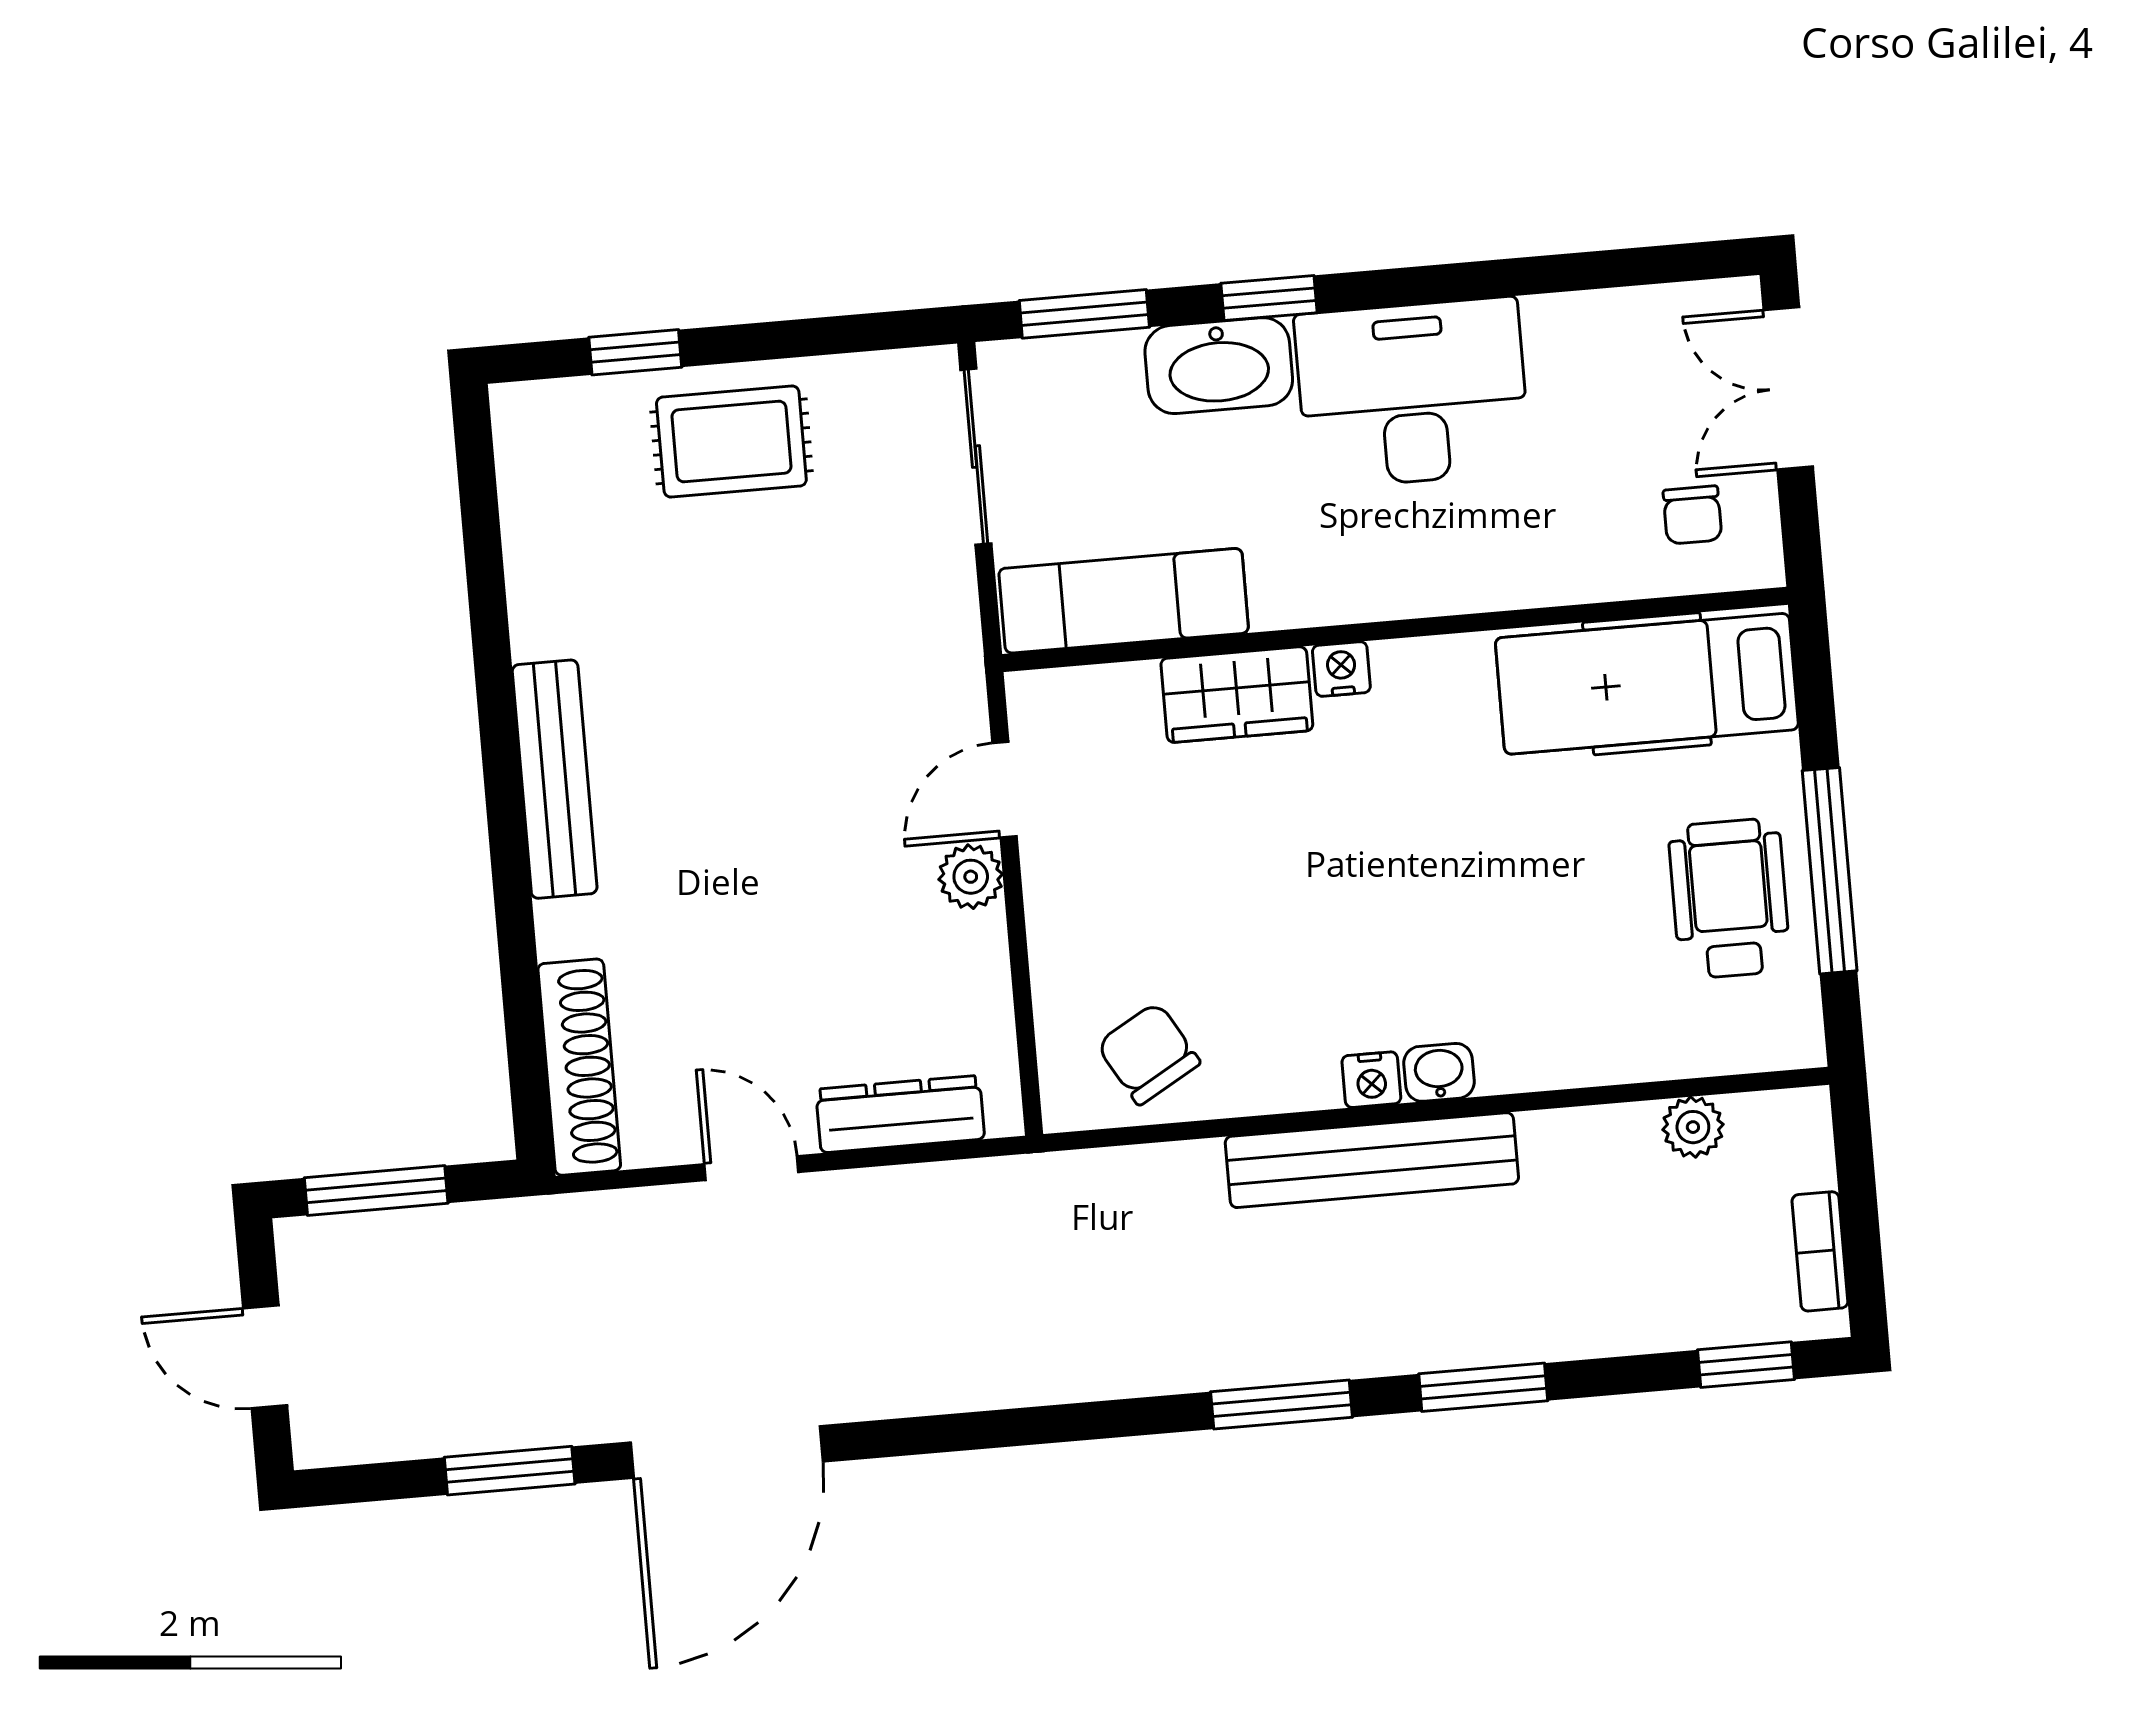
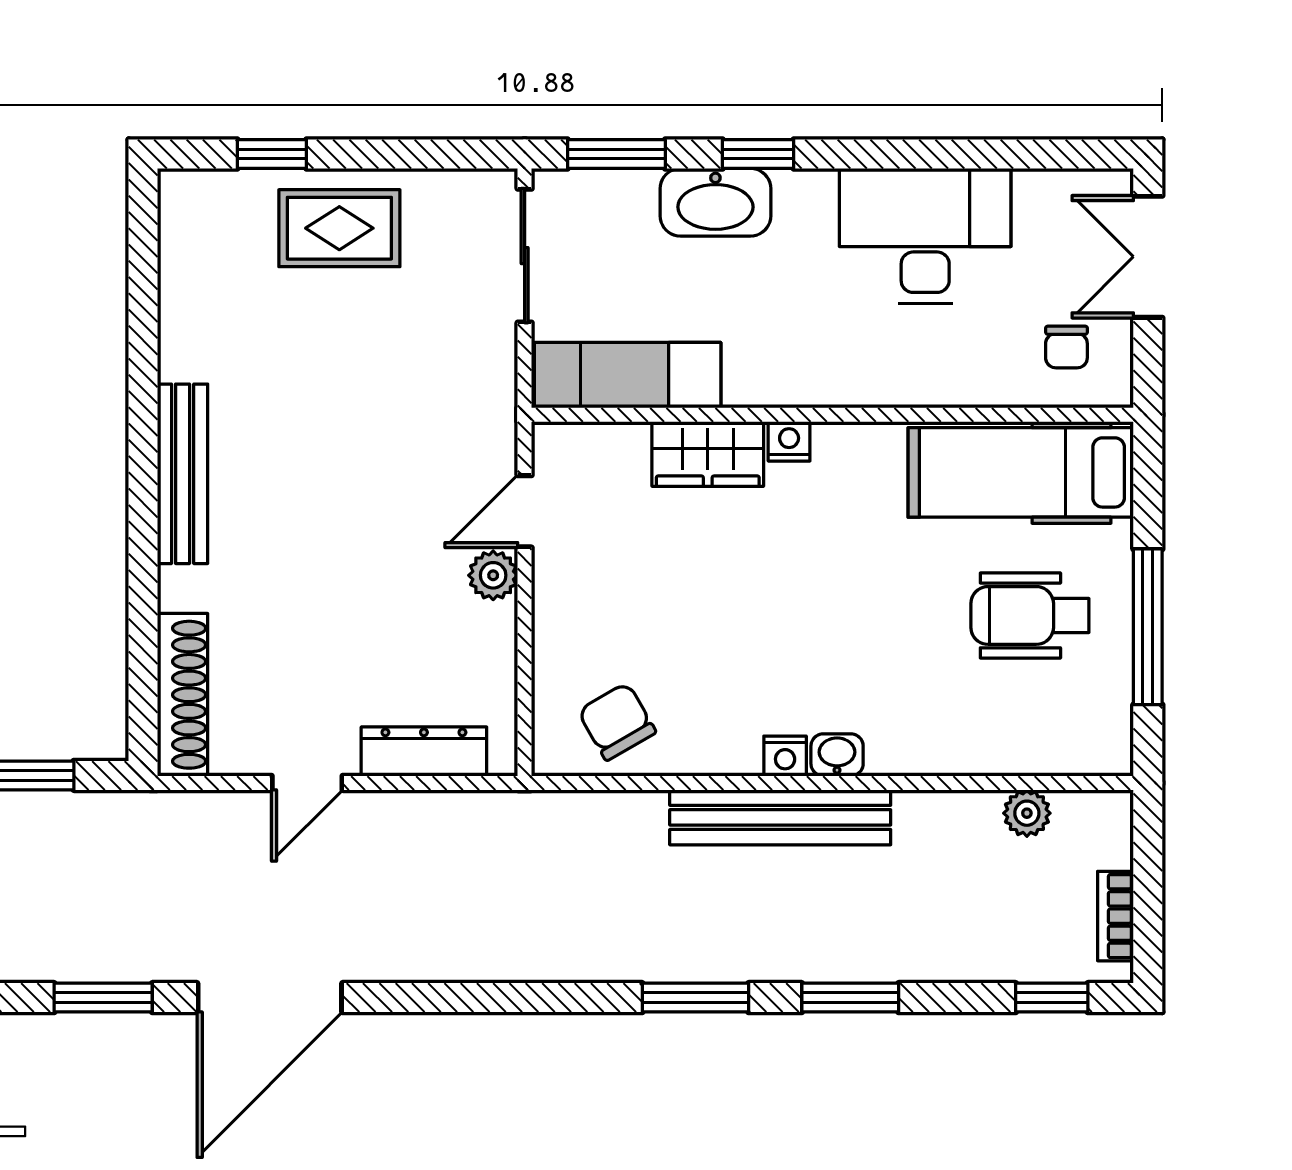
desk: (1412, 393) -> (925, 236), moved
wheelchair: (1729, 898) -> (1030, 615), moved, turned -90
door: (751, 1168) -> (307, 783), swing flipped

